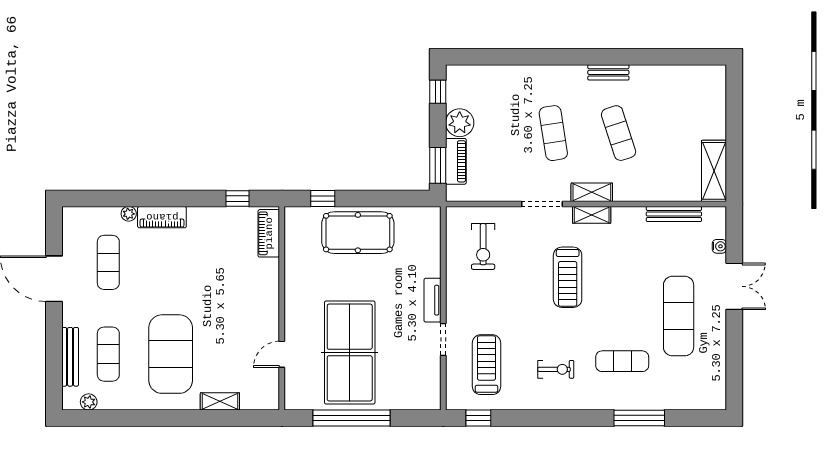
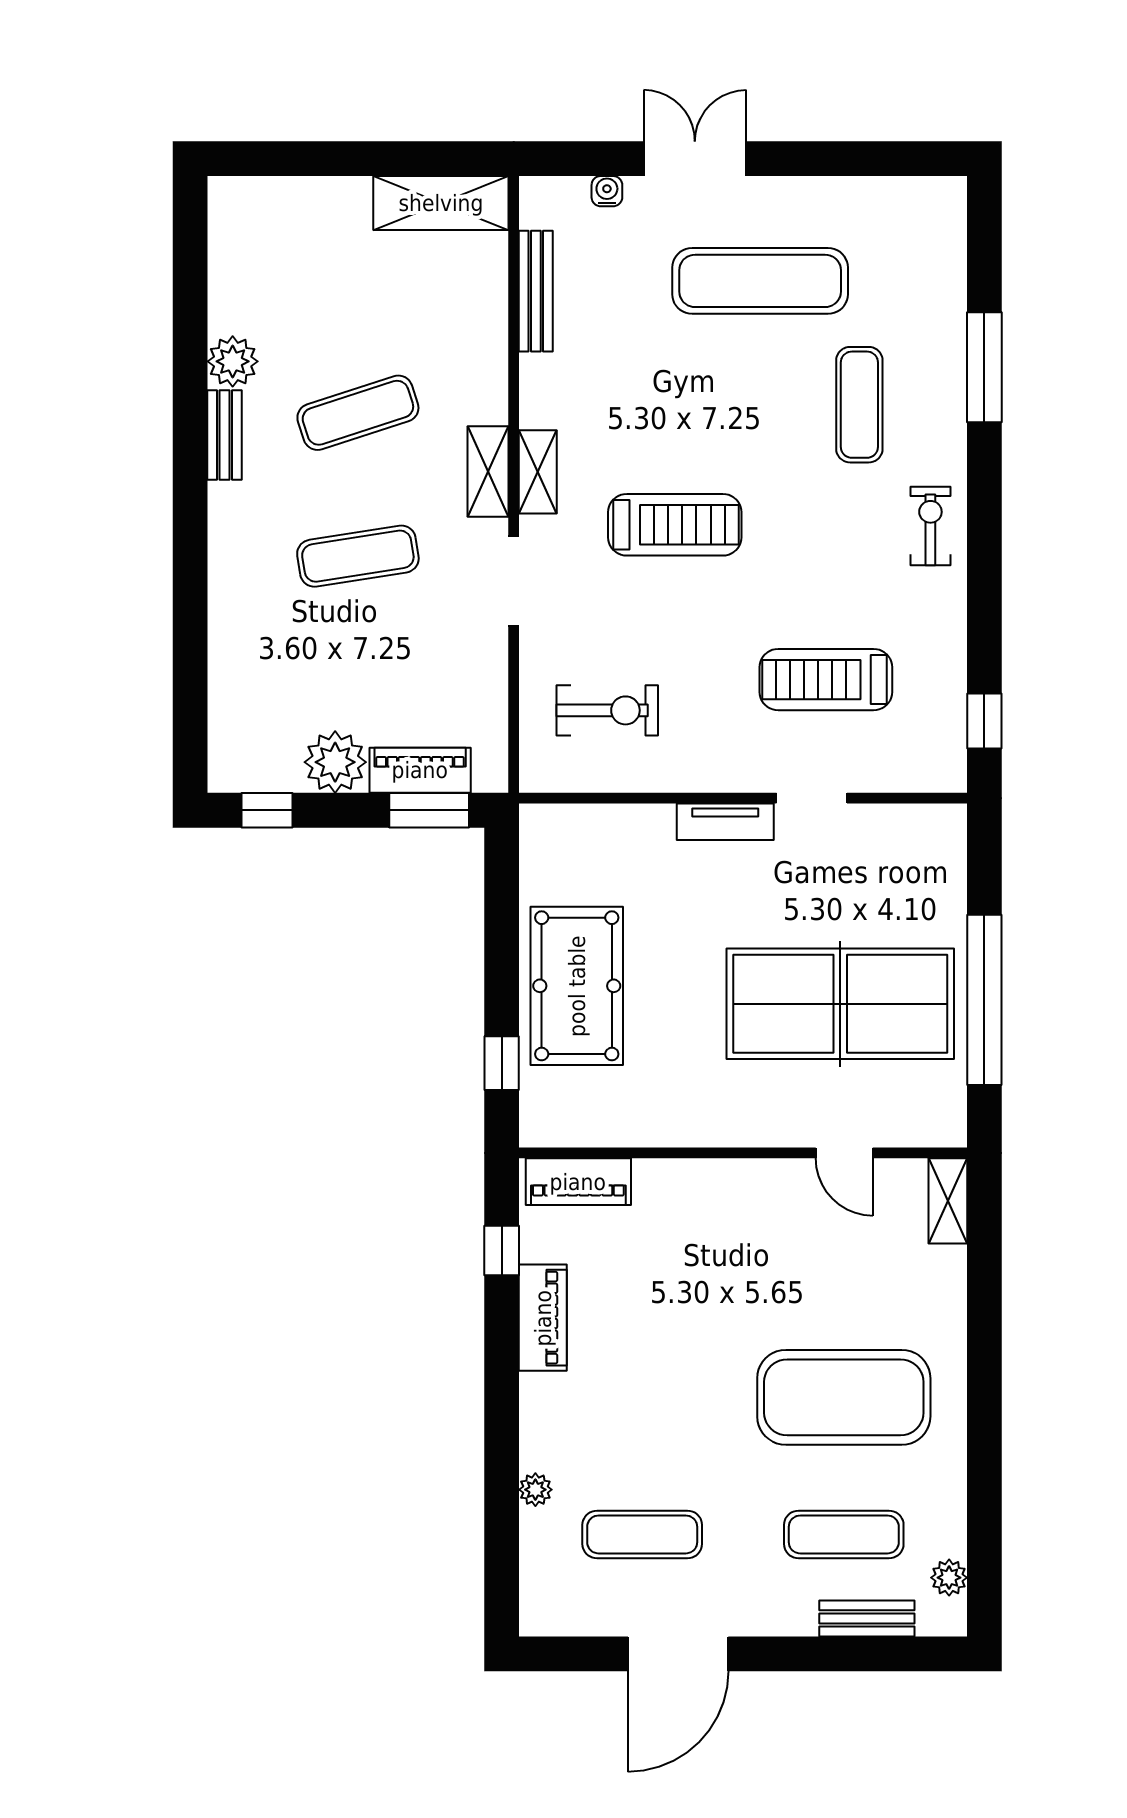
plant: (642, 76) -> (233, 361), added
piano: (162, 217) -> (543, 1318), moved
bench: (70, 357) -> (867, 1618), width x0.73
treadmill: (486, 365) -> (826, 680), moved
exercise bike: (556, 369) -> (930, 526), moved
shelving: (220, 401) -> (948, 1201), moved

